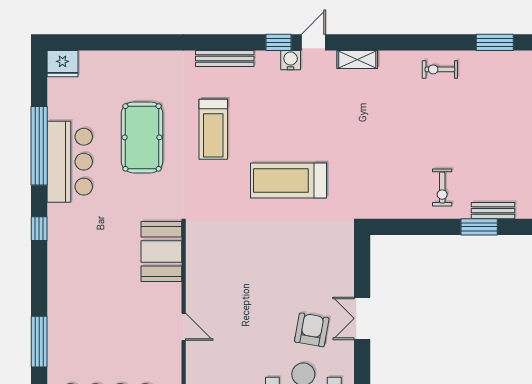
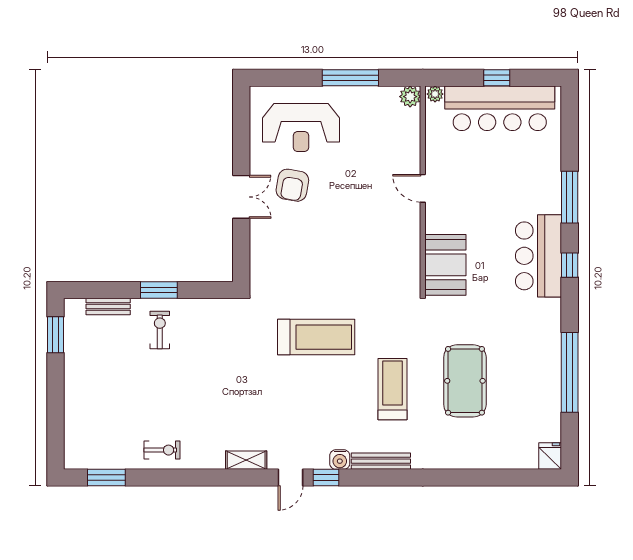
water cooler: (291, 60) -> (340, 460), moved
fridge: (62, 64) -> (550, 456), width x0.72
bar counter: (70, 162) -> (538, 256), moved
window: (479, 227) -> (159, 290), moved
window: (39, 229) -> (570, 265), moved
window: (39, 342) -> (570, 197), moved

